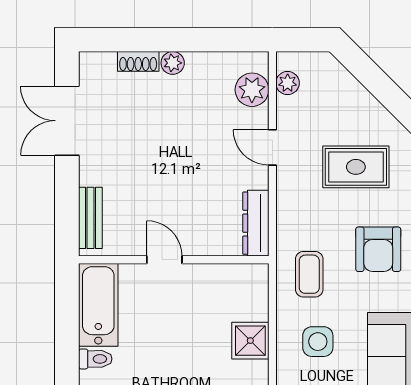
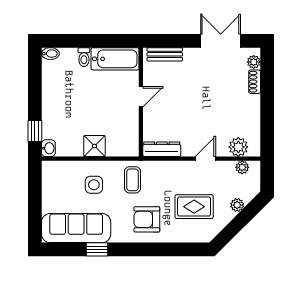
plant: (173, 63) -> (254, 62), moved
plant: (353, 92) -> (237, 205), added
rug: (356, 167) -> (194, 207), turned 90
coffee table: (309, 274) -> (133, 180), turned 90

